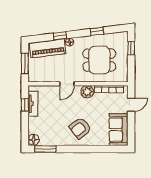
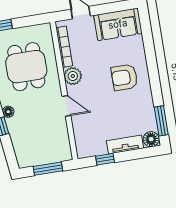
piano: (48, 48) -> (22, 140), removed
tv unit: (33, 104) -> (125, 144), moved
armchair: (80, 128) -> (124, 77), turned 127

